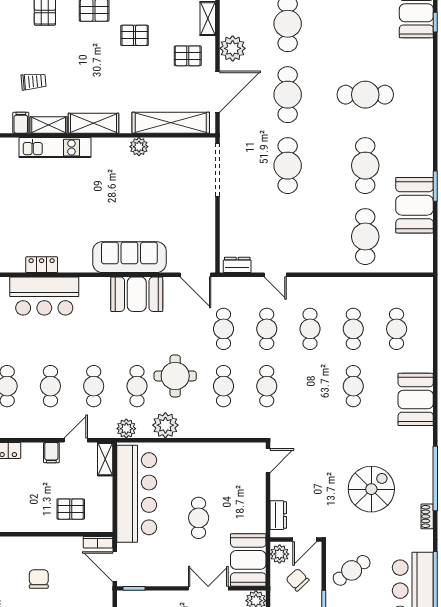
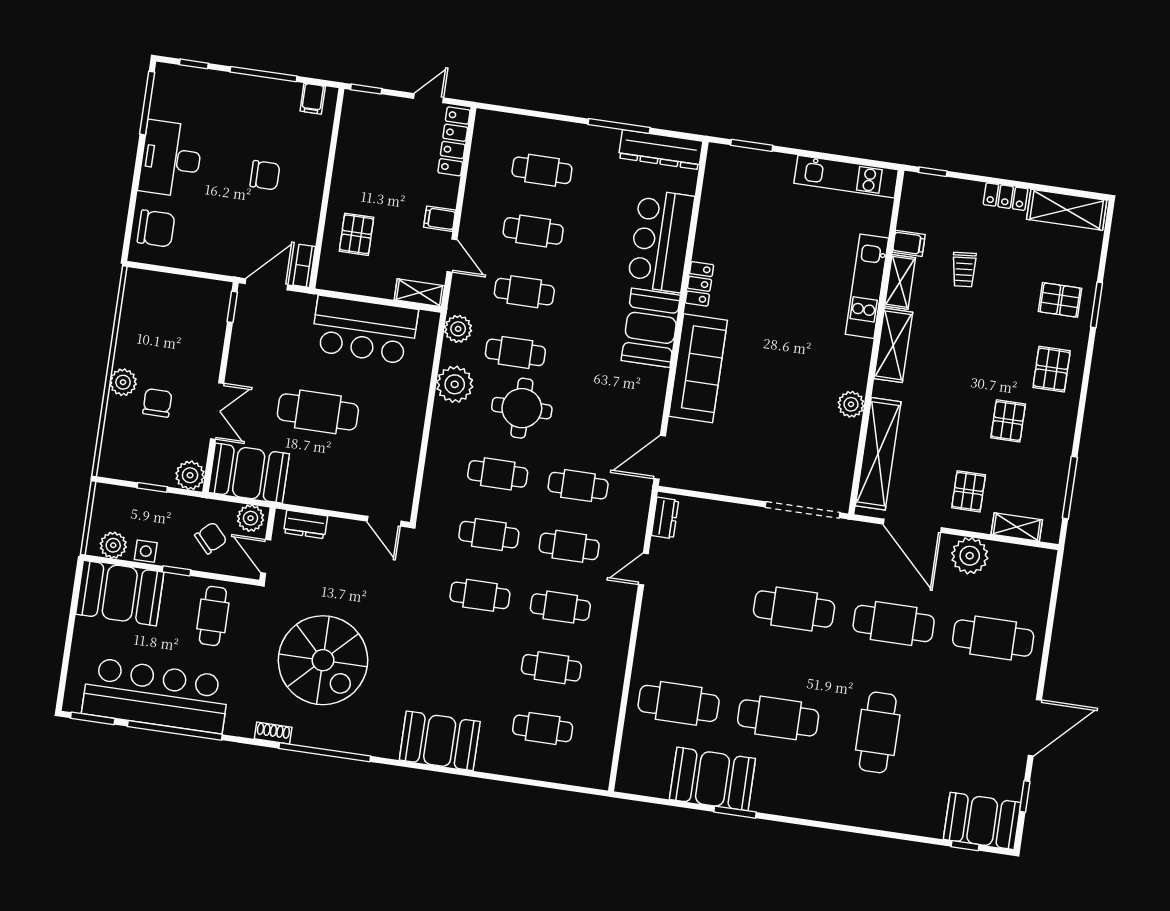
locker: (42, 265) -> (699, 284), moved
booth: (137, 294) -> (651, 328), moved
cafe table: (353, 386) -> (480, 595), moved
spiral stairs: (371, 489) -> (323, 660), width x1.37, depth x1.37
bar counter: (137, 494) -> (364, 330), width x0.73
cafe table: (199, 518) -> (318, 412), width x1.37, depth x1.35
cafe table: (352, 570) -> (213, 616), turned 35

